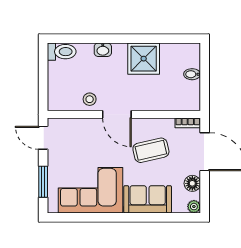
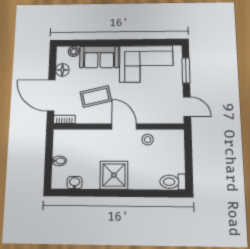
washbasin: (103, 50) -> (75, 183), moved
shower: (144, 59) -> (114, 175), moved
plant: (194, 207) -> (74, 51), moved

